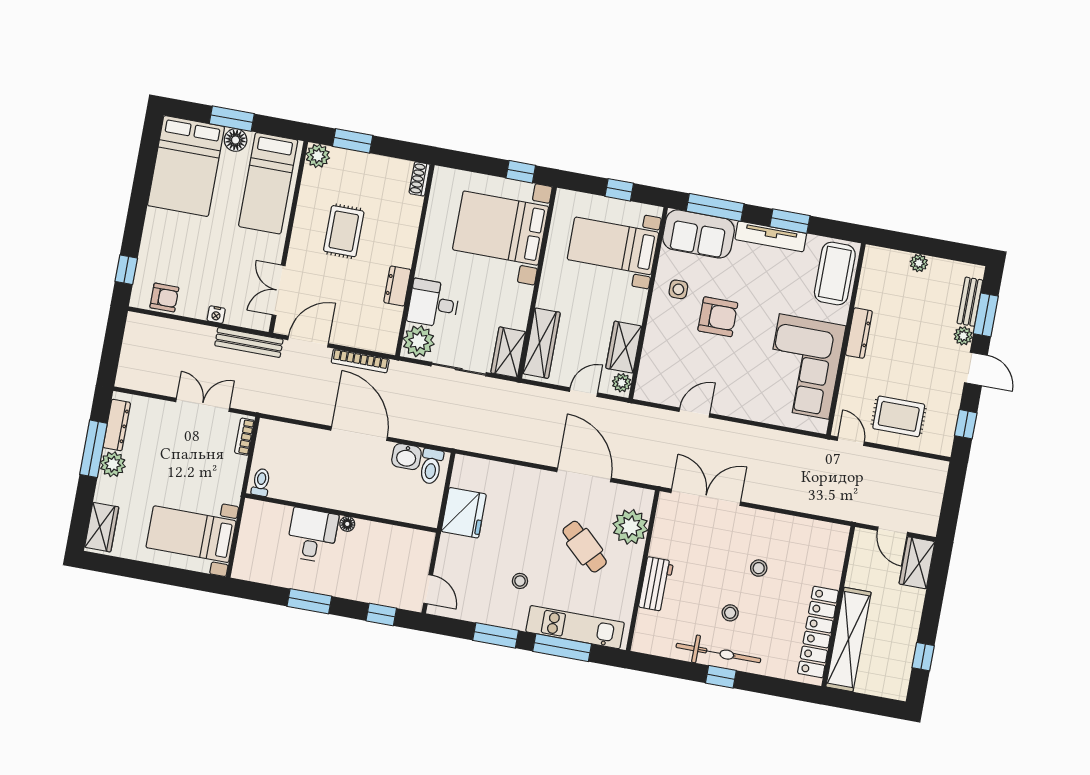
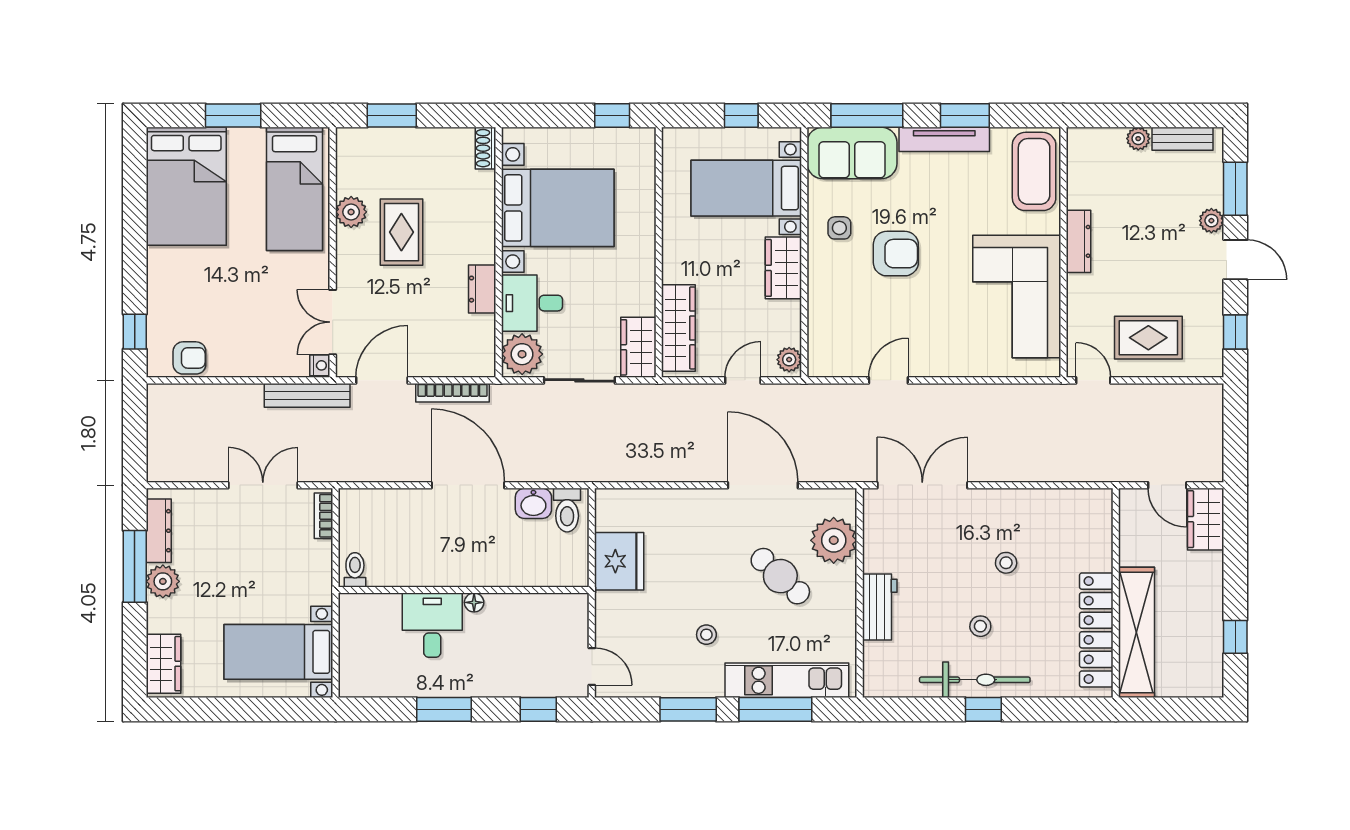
floor lamp: (236, 140) -> (243, 142), removed
plant: (318, 156) -> (351, 212), moved
bed with nightstands: (501, 228) -> (558, 208), moved, turned 180
bench: (970, 302) -> (1182, 139), moved, turned 90
nightstand: (216, 315) -> (320, 365), moved, turned -90
wardrobe: (624, 347) -> (783, 268), moved

